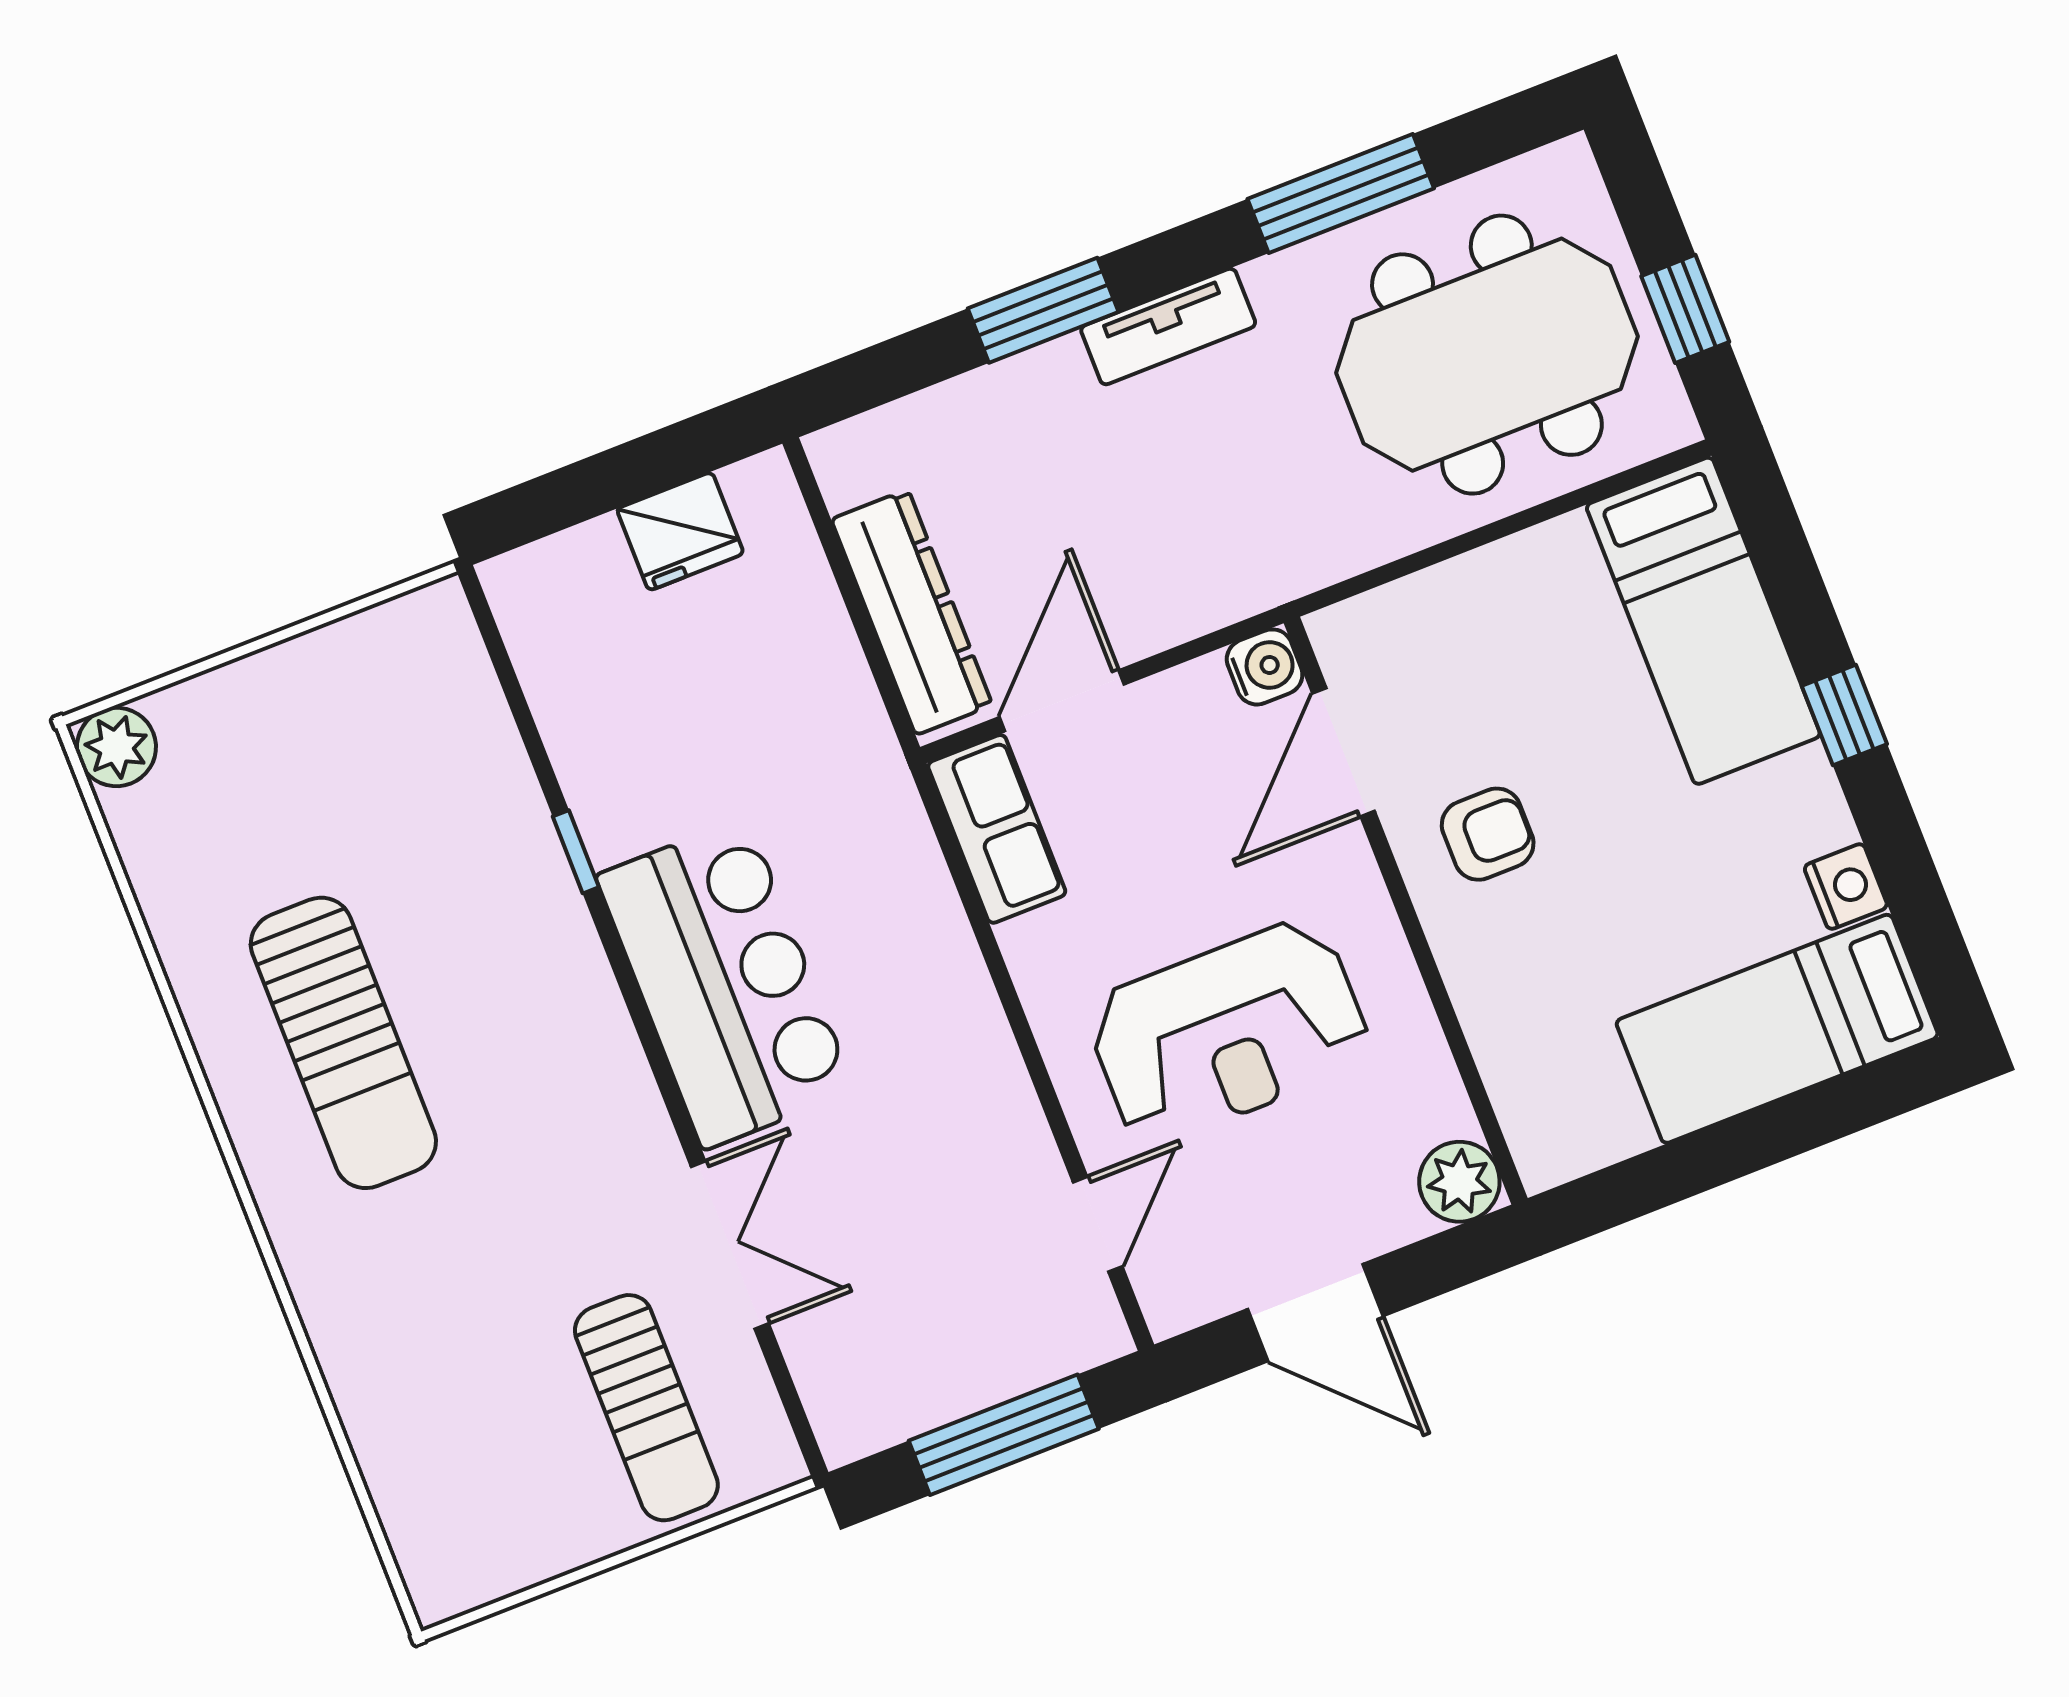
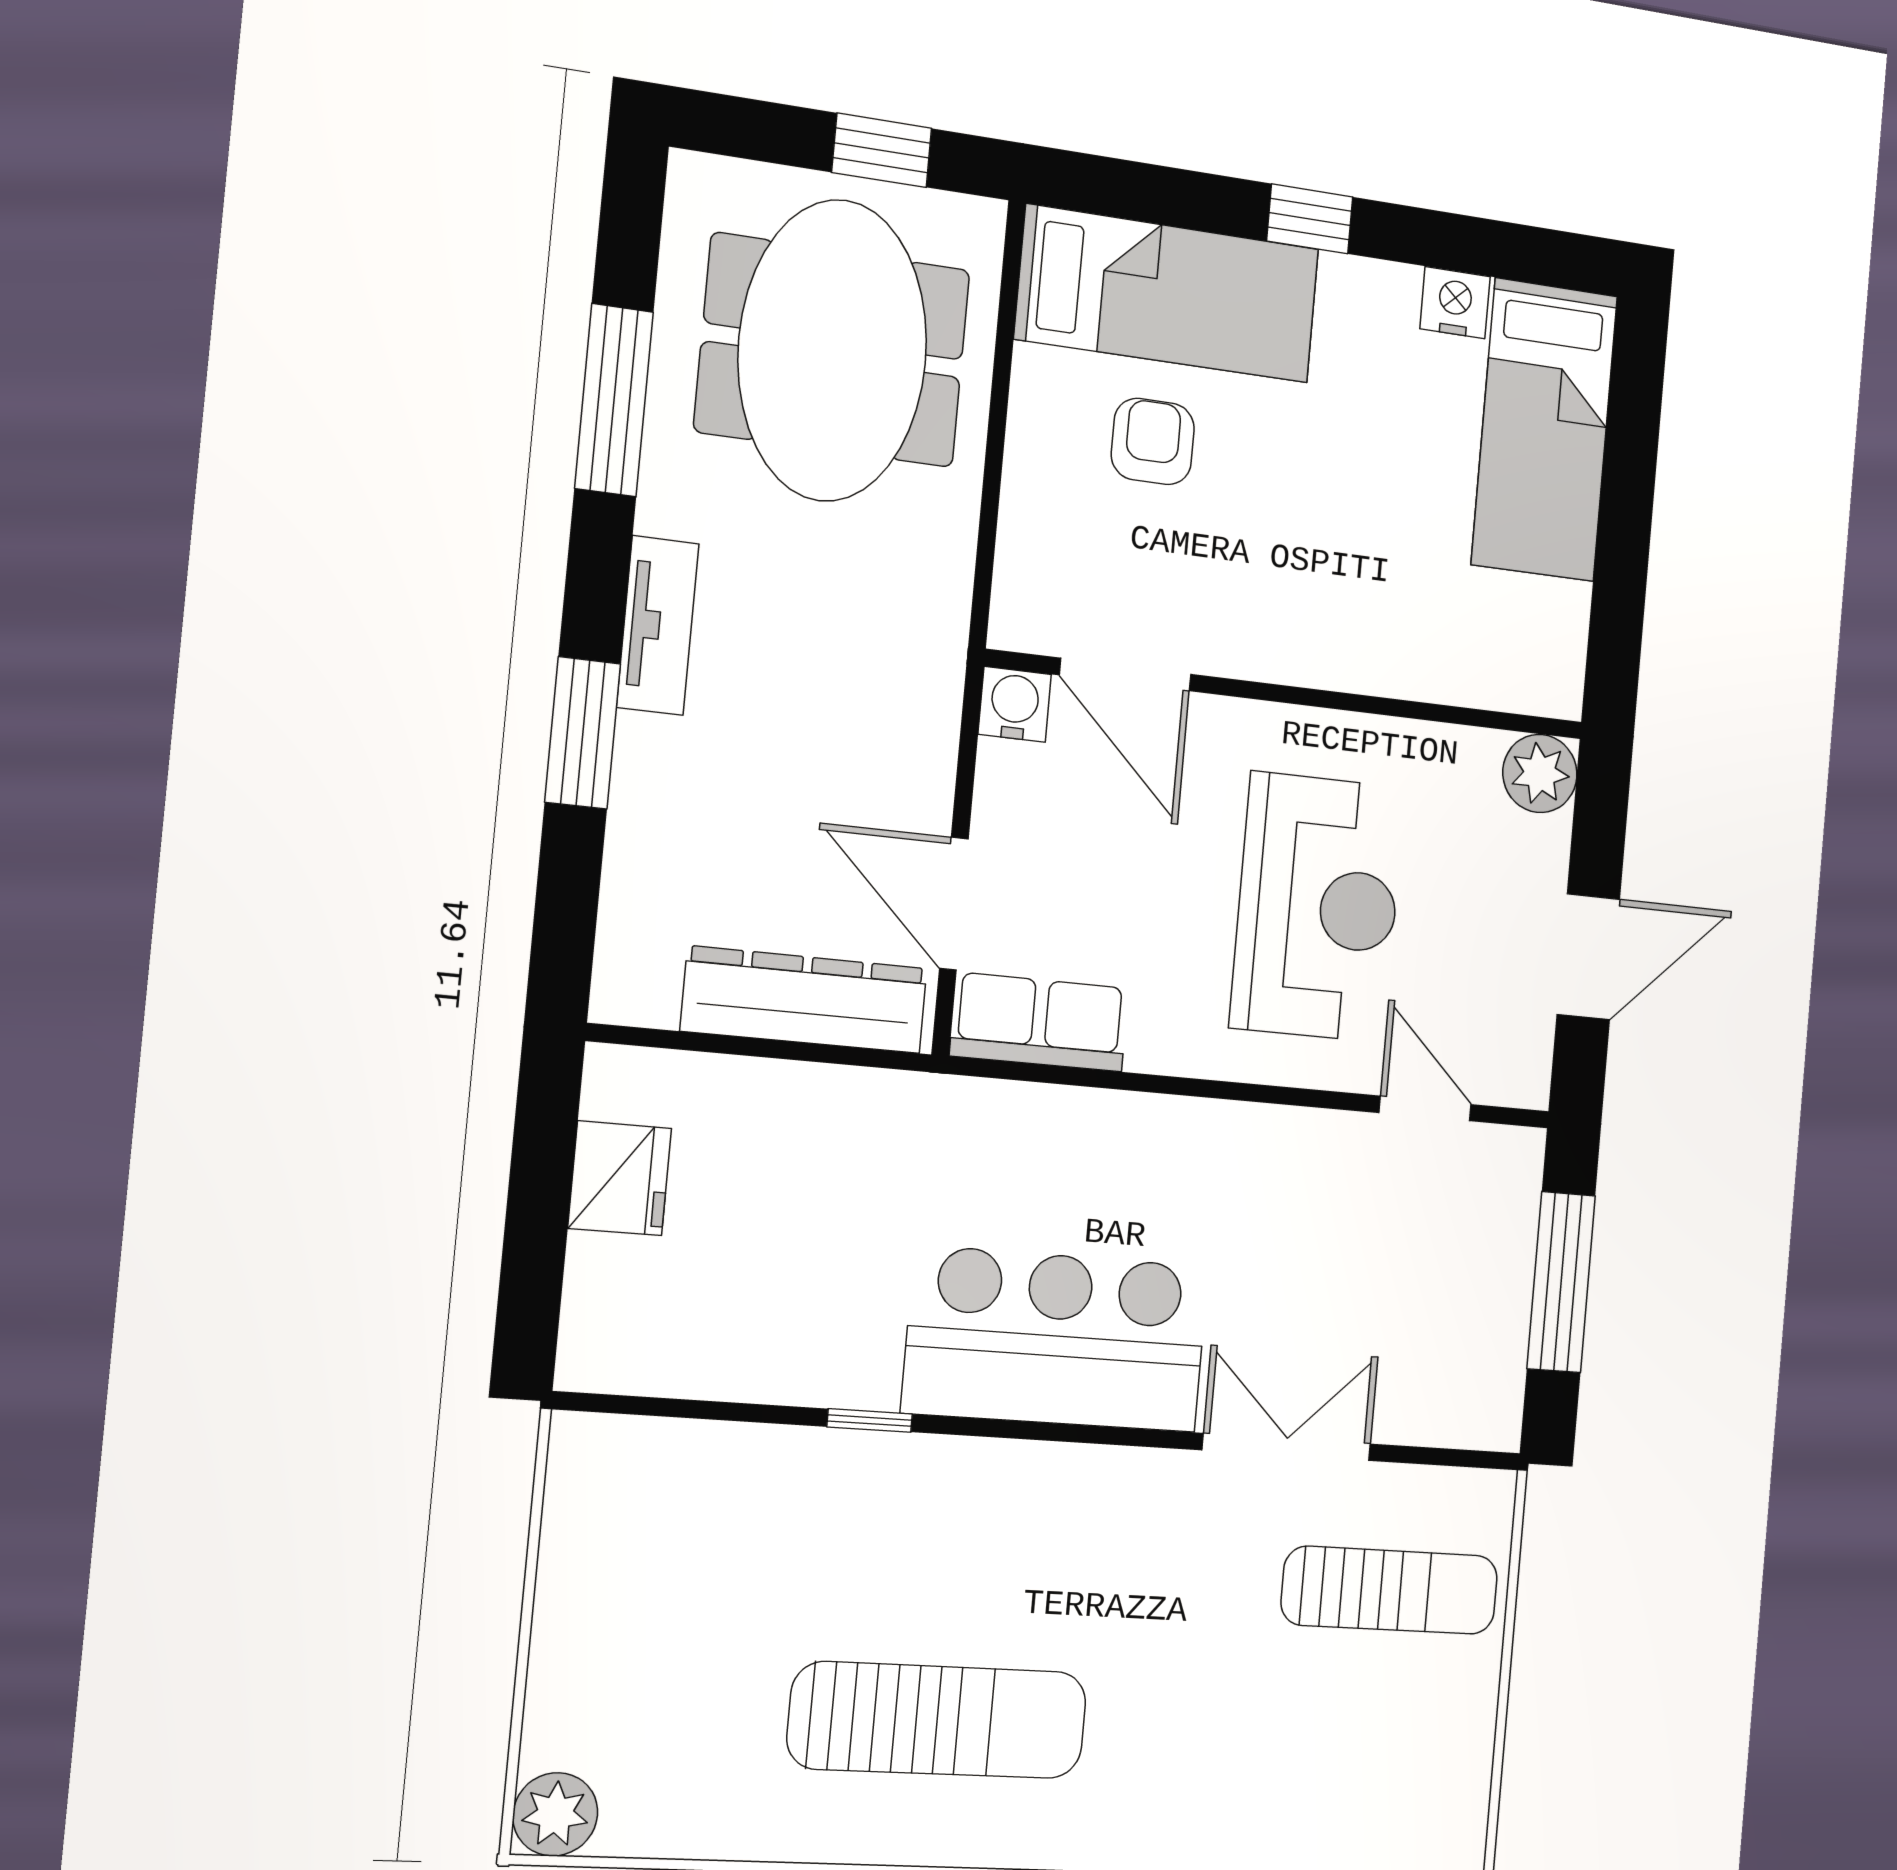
armchair: (1488, 834) -> (1153, 441), moved

